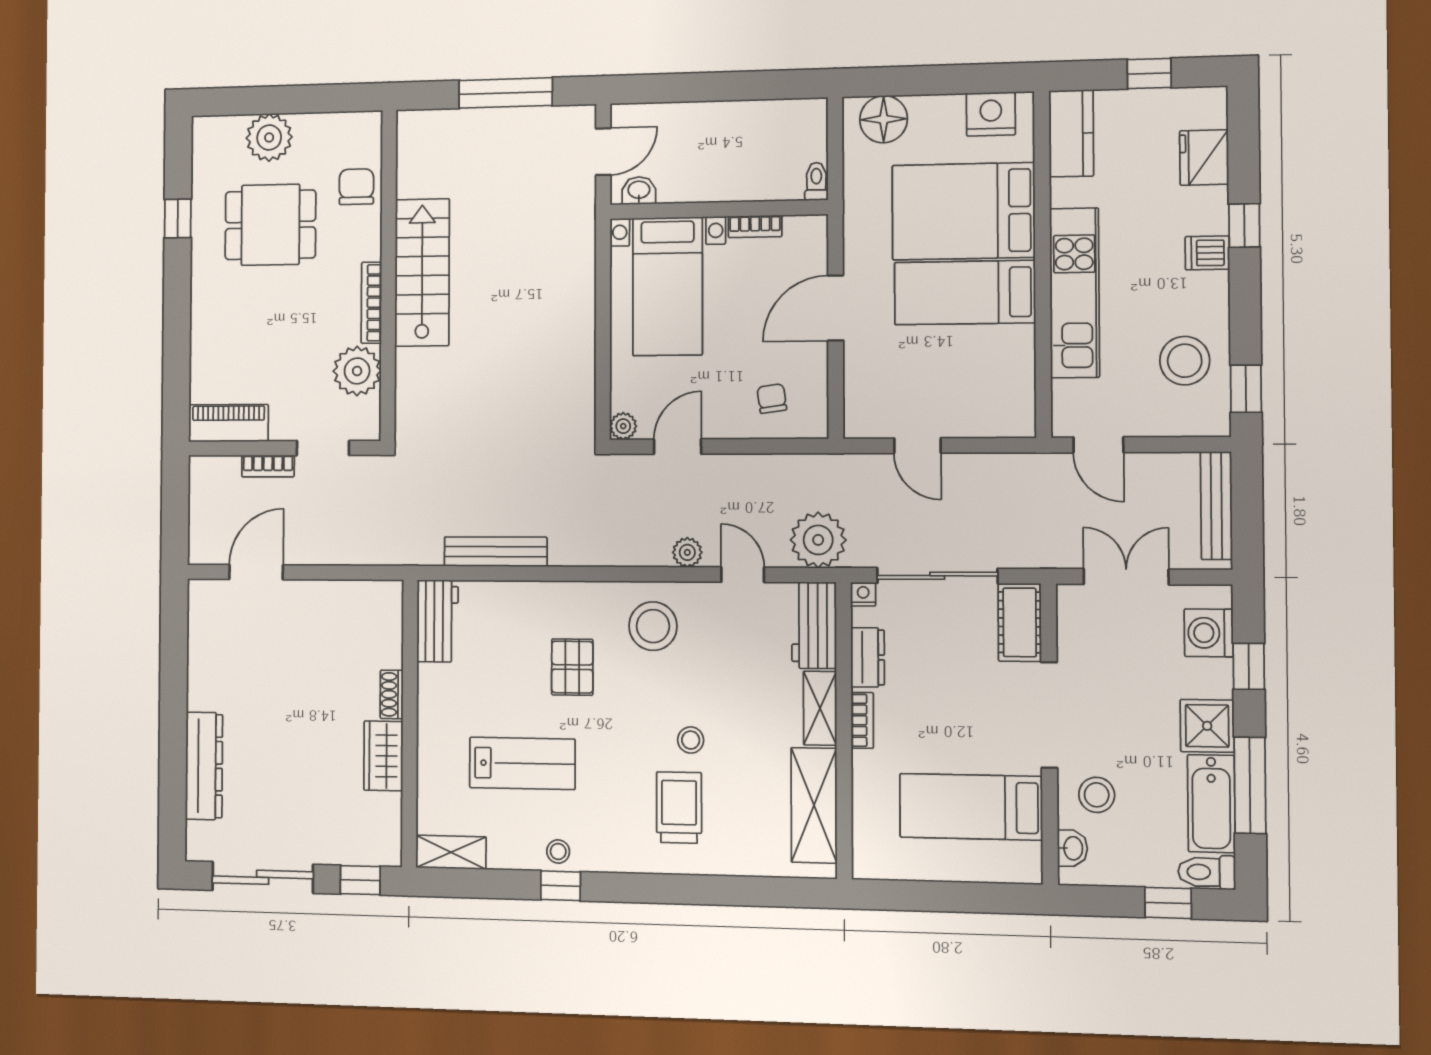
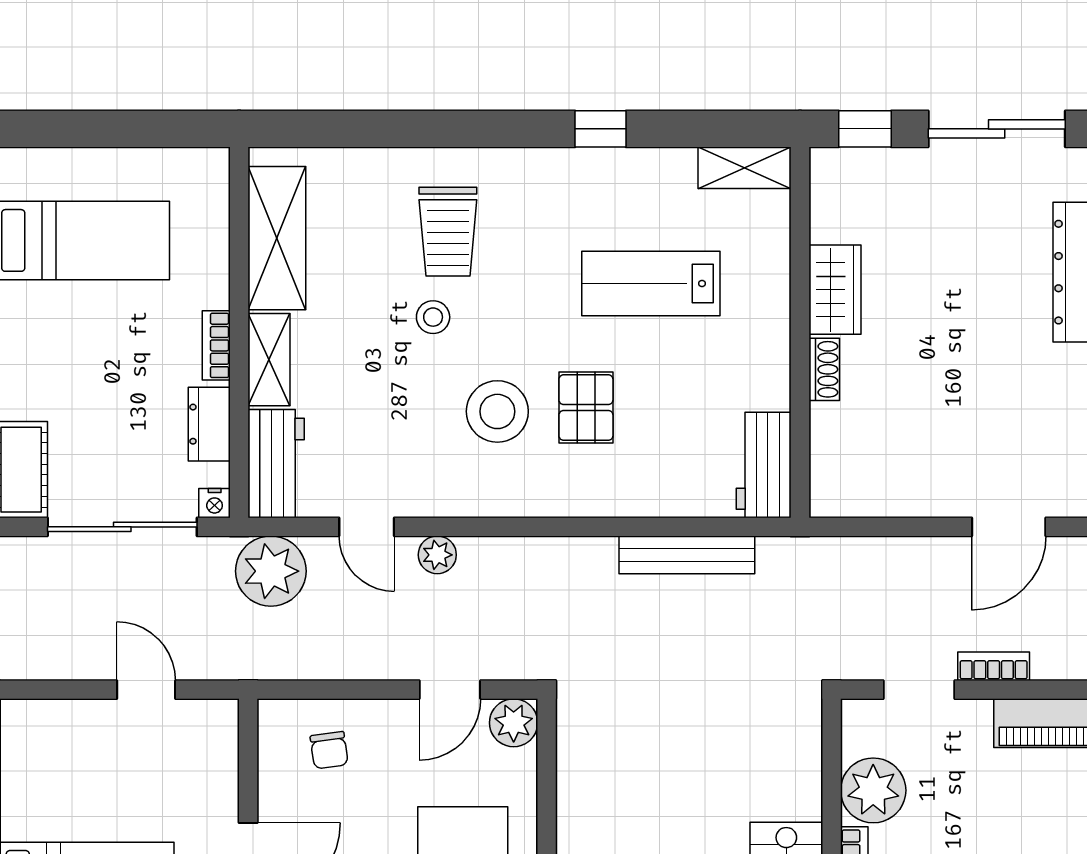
plant: (623, 426) -> (514, 723), width x1.38, depth x1.38
stool: (653, 626) -> (497, 411), moved
stool: (558, 851) -> (604, 172), removed

